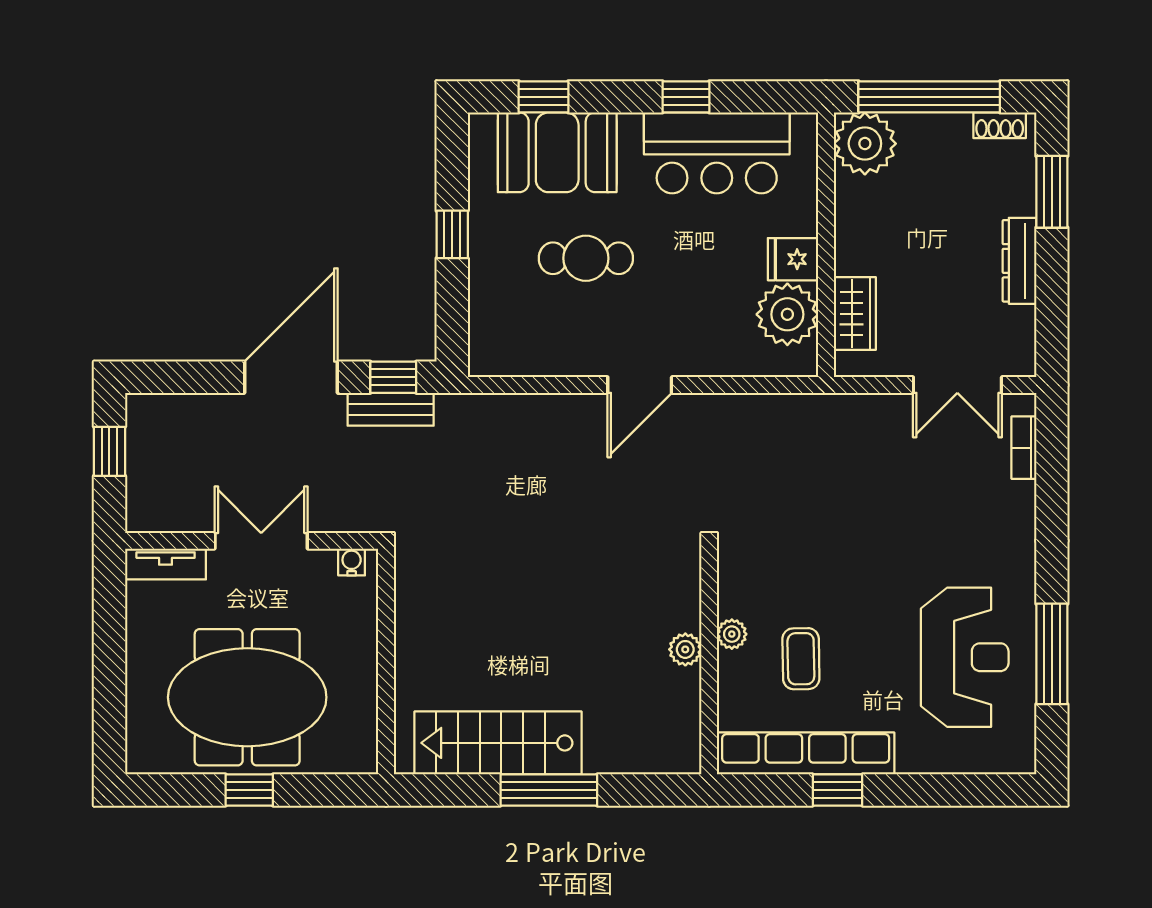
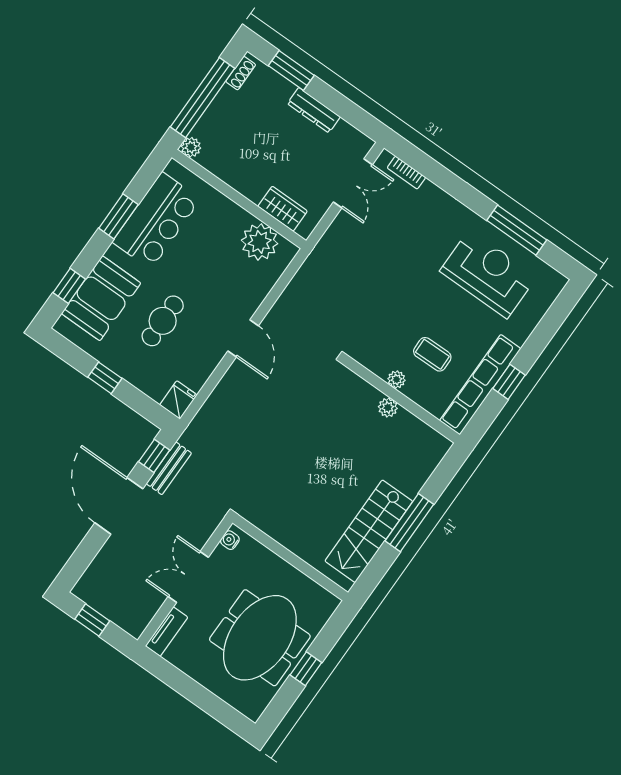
window: (686, 97) -> (118, 216), width x1.50
plant: (865, 144) -> (191, 147), width x0.53, depth x0.53
fridge: (793, 259) -> (178, 400), moved, turned 180

